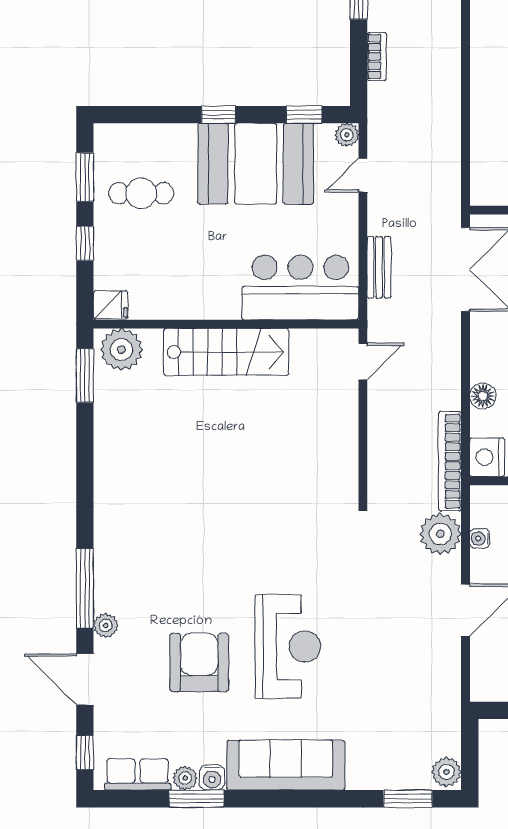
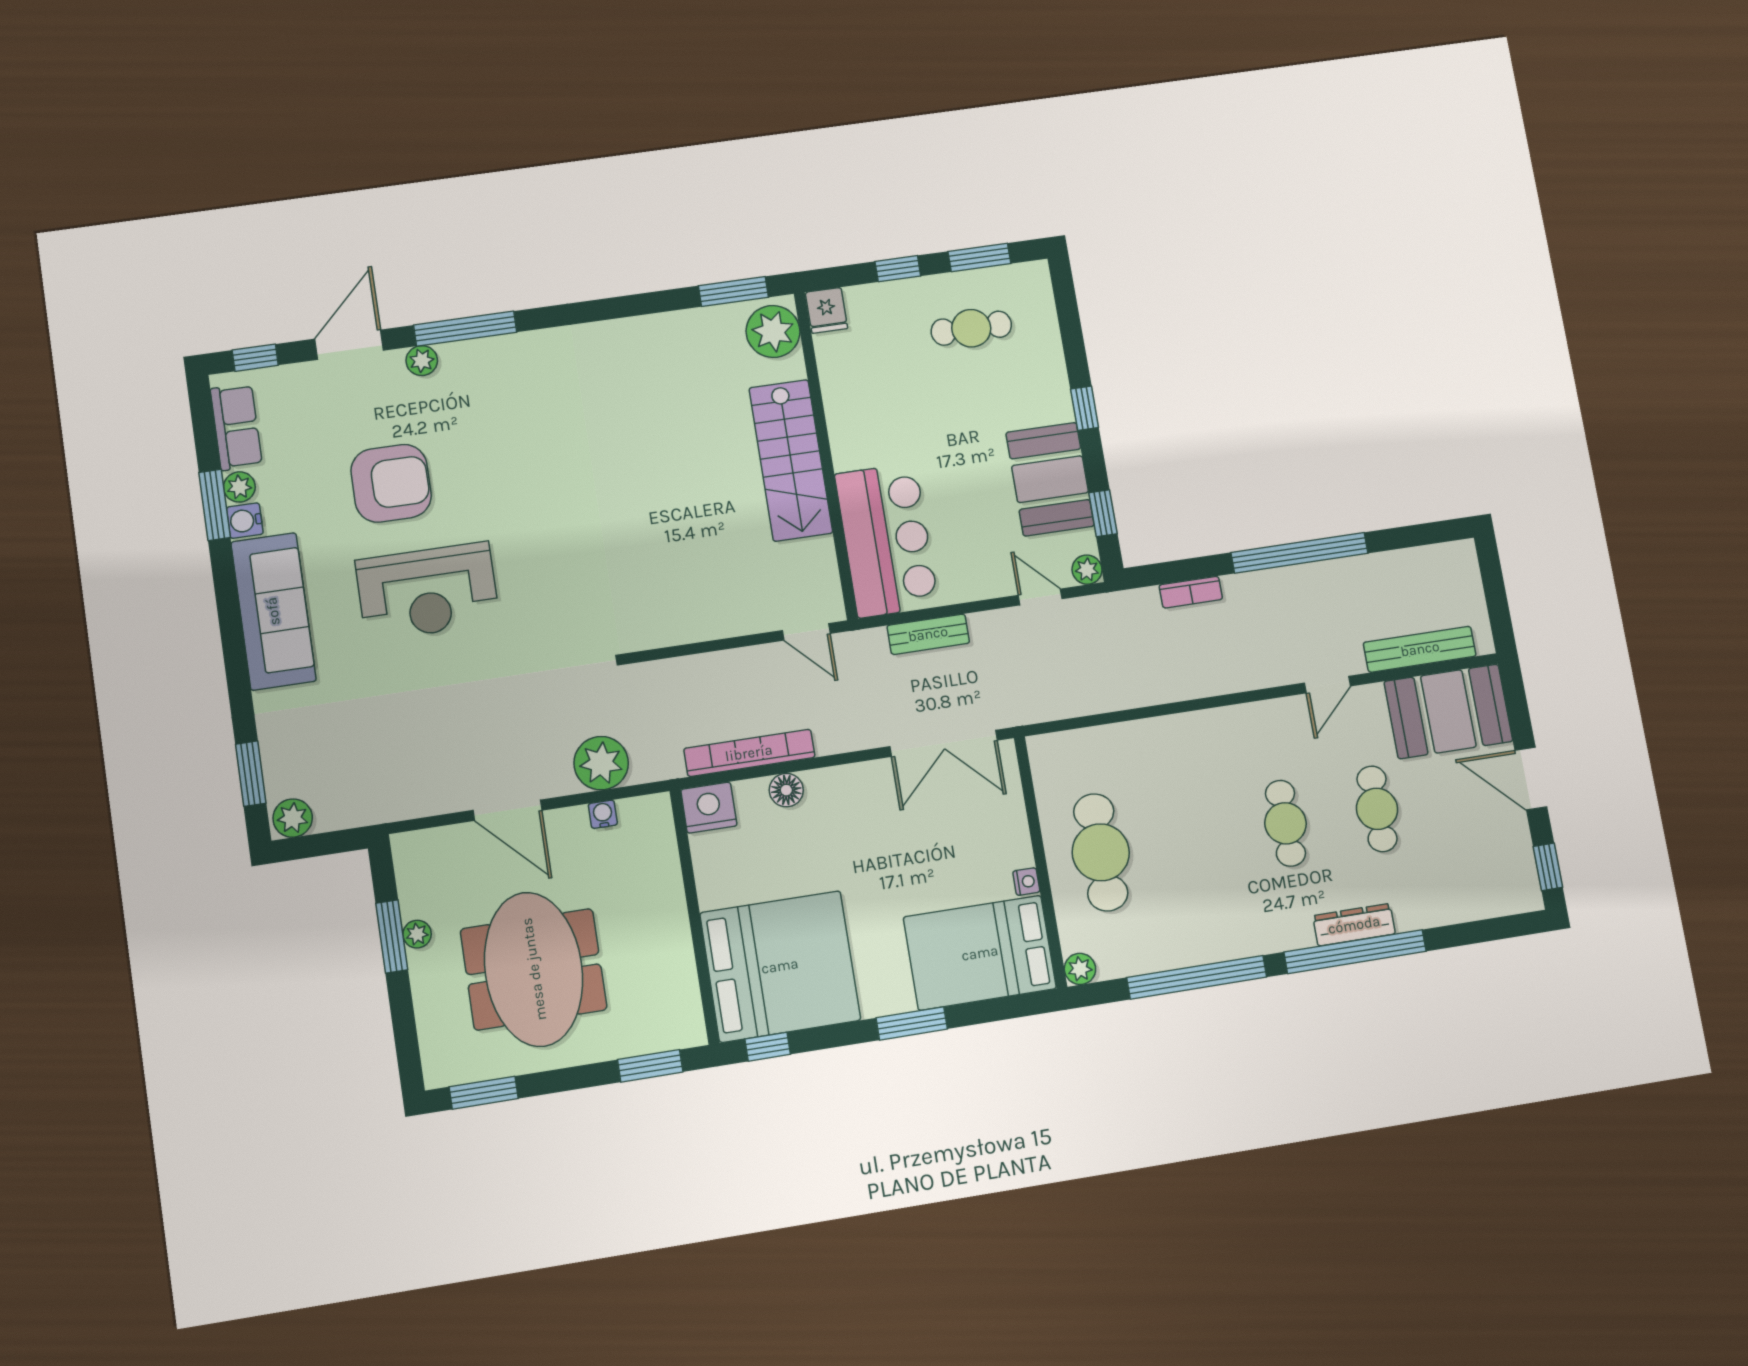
booth: (256, 164) -> (1050, 479), width x0.73, depth x0.70
cafe table: (141, 193) -> (971, 328), turned 90
bookcase: (450, 461) -> (749, 753), moved

